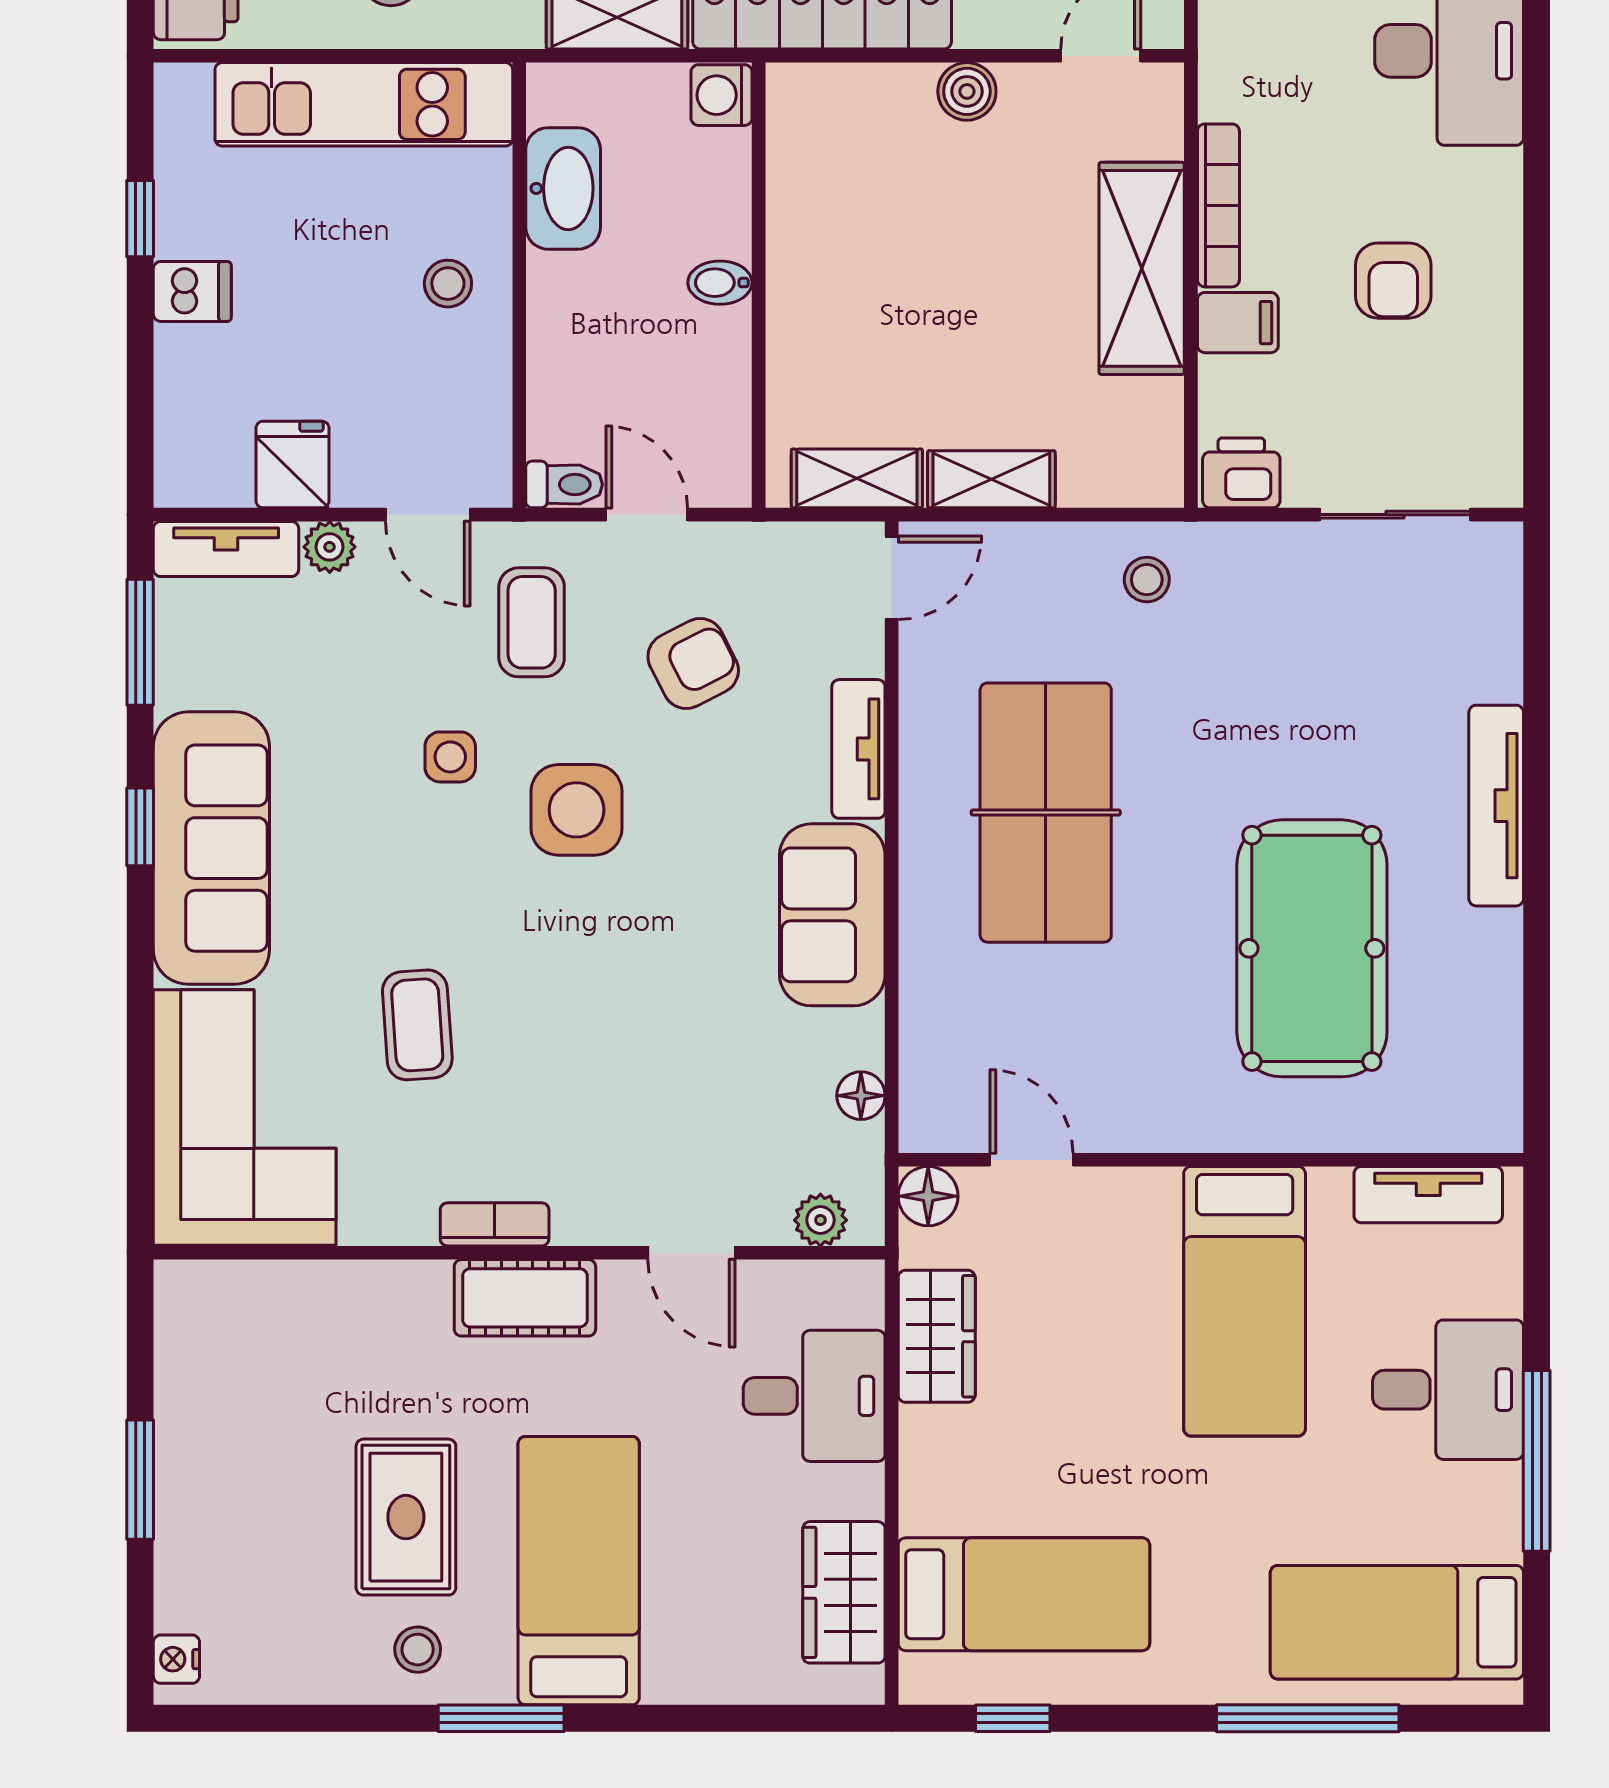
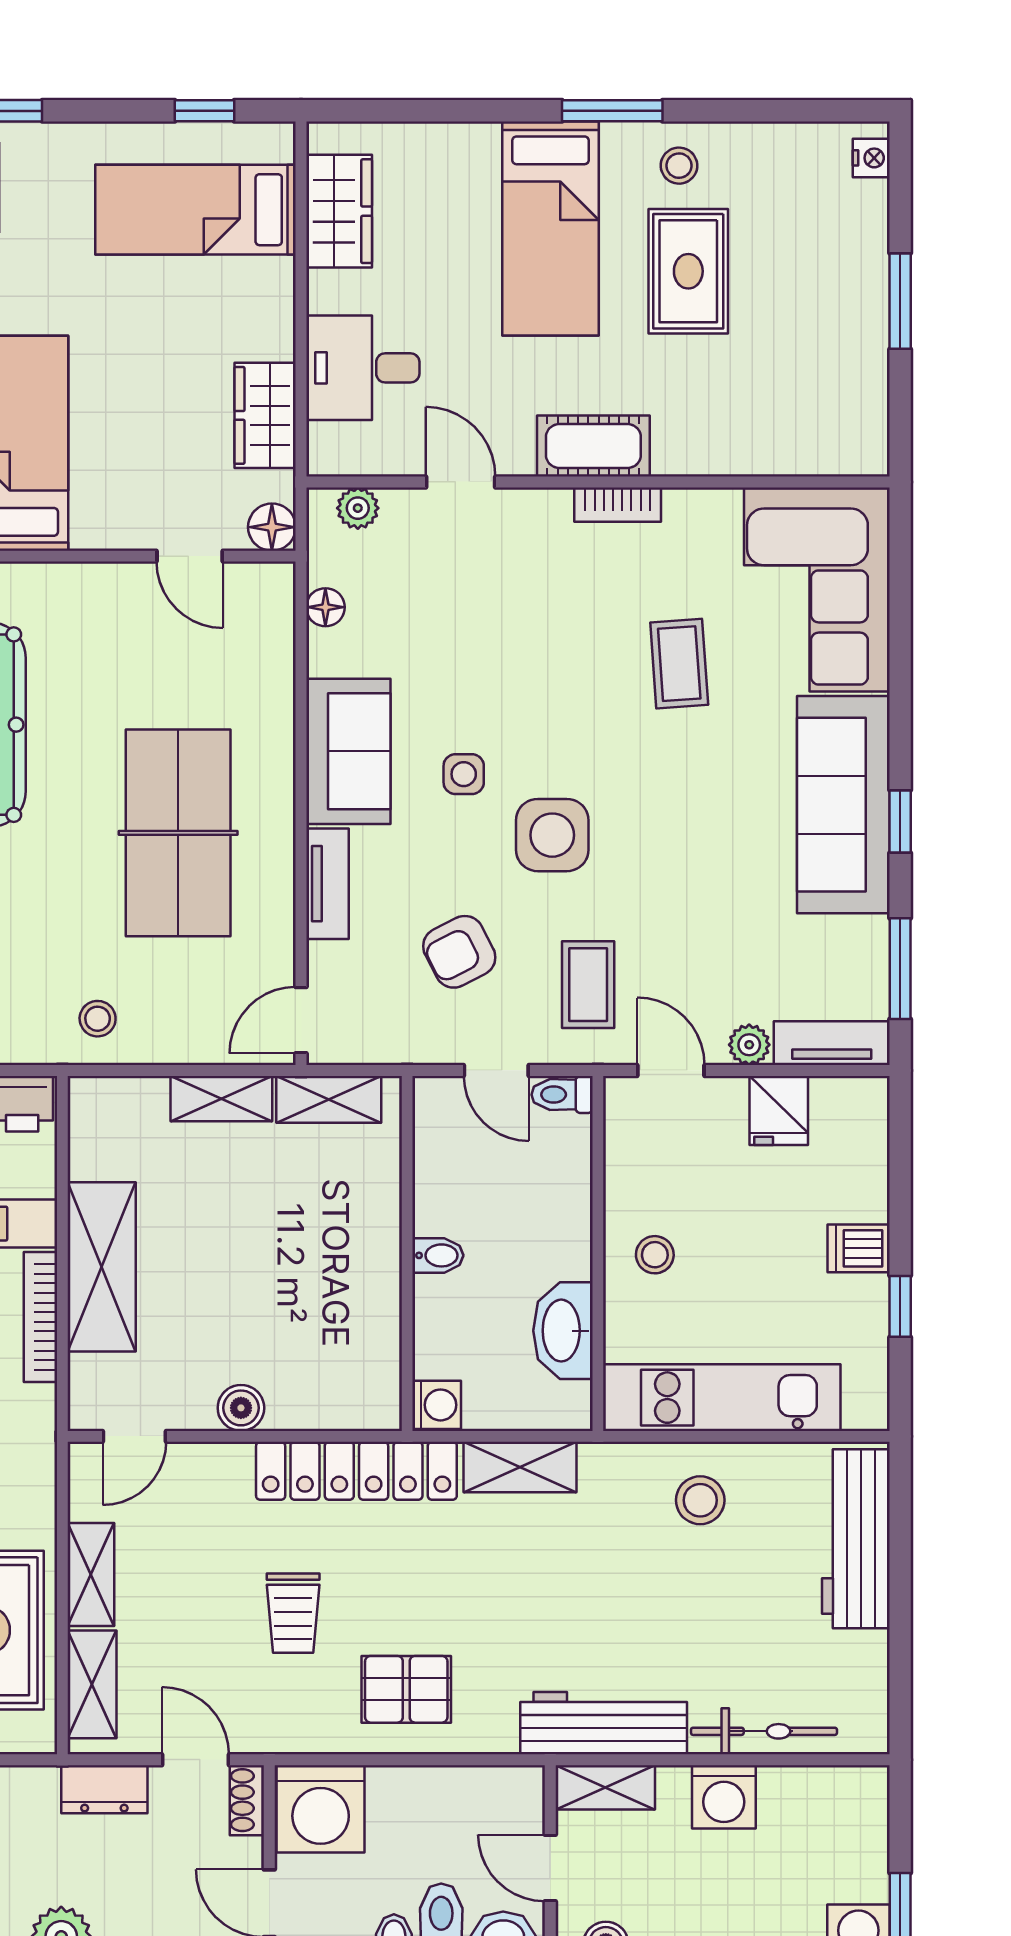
side table: (450, 757) -> (464, 774), moved

